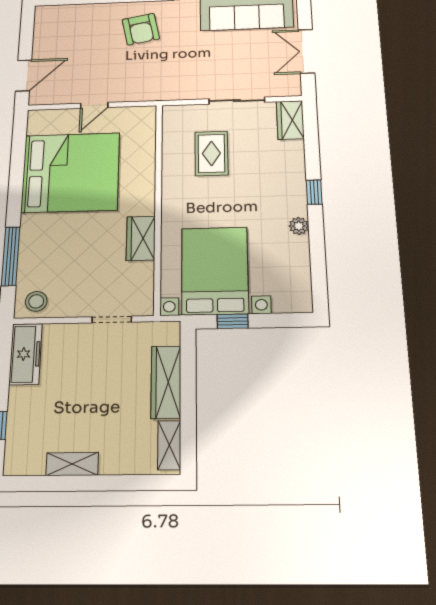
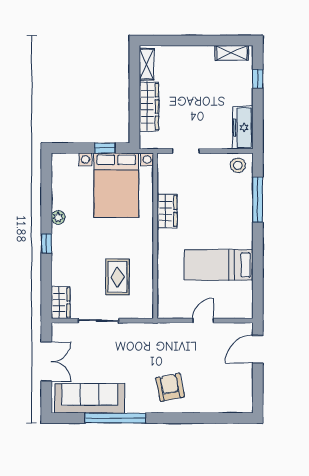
bed: (71, 172) -> (218, 265), width x0.49
shelving: (72, 464) -> (232, 53), moved

